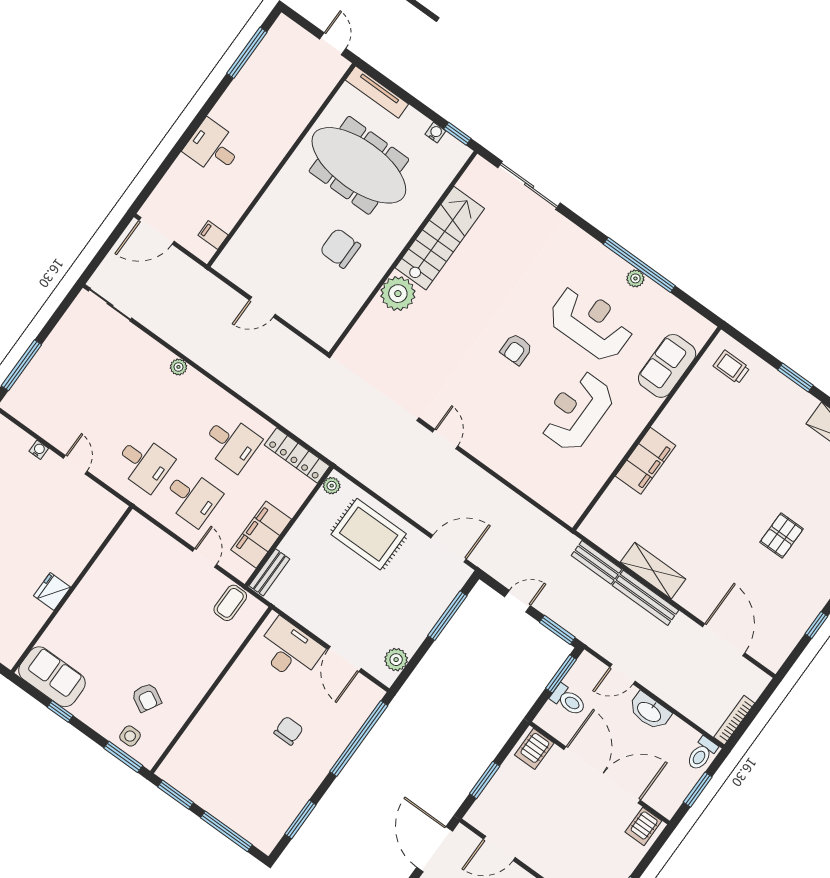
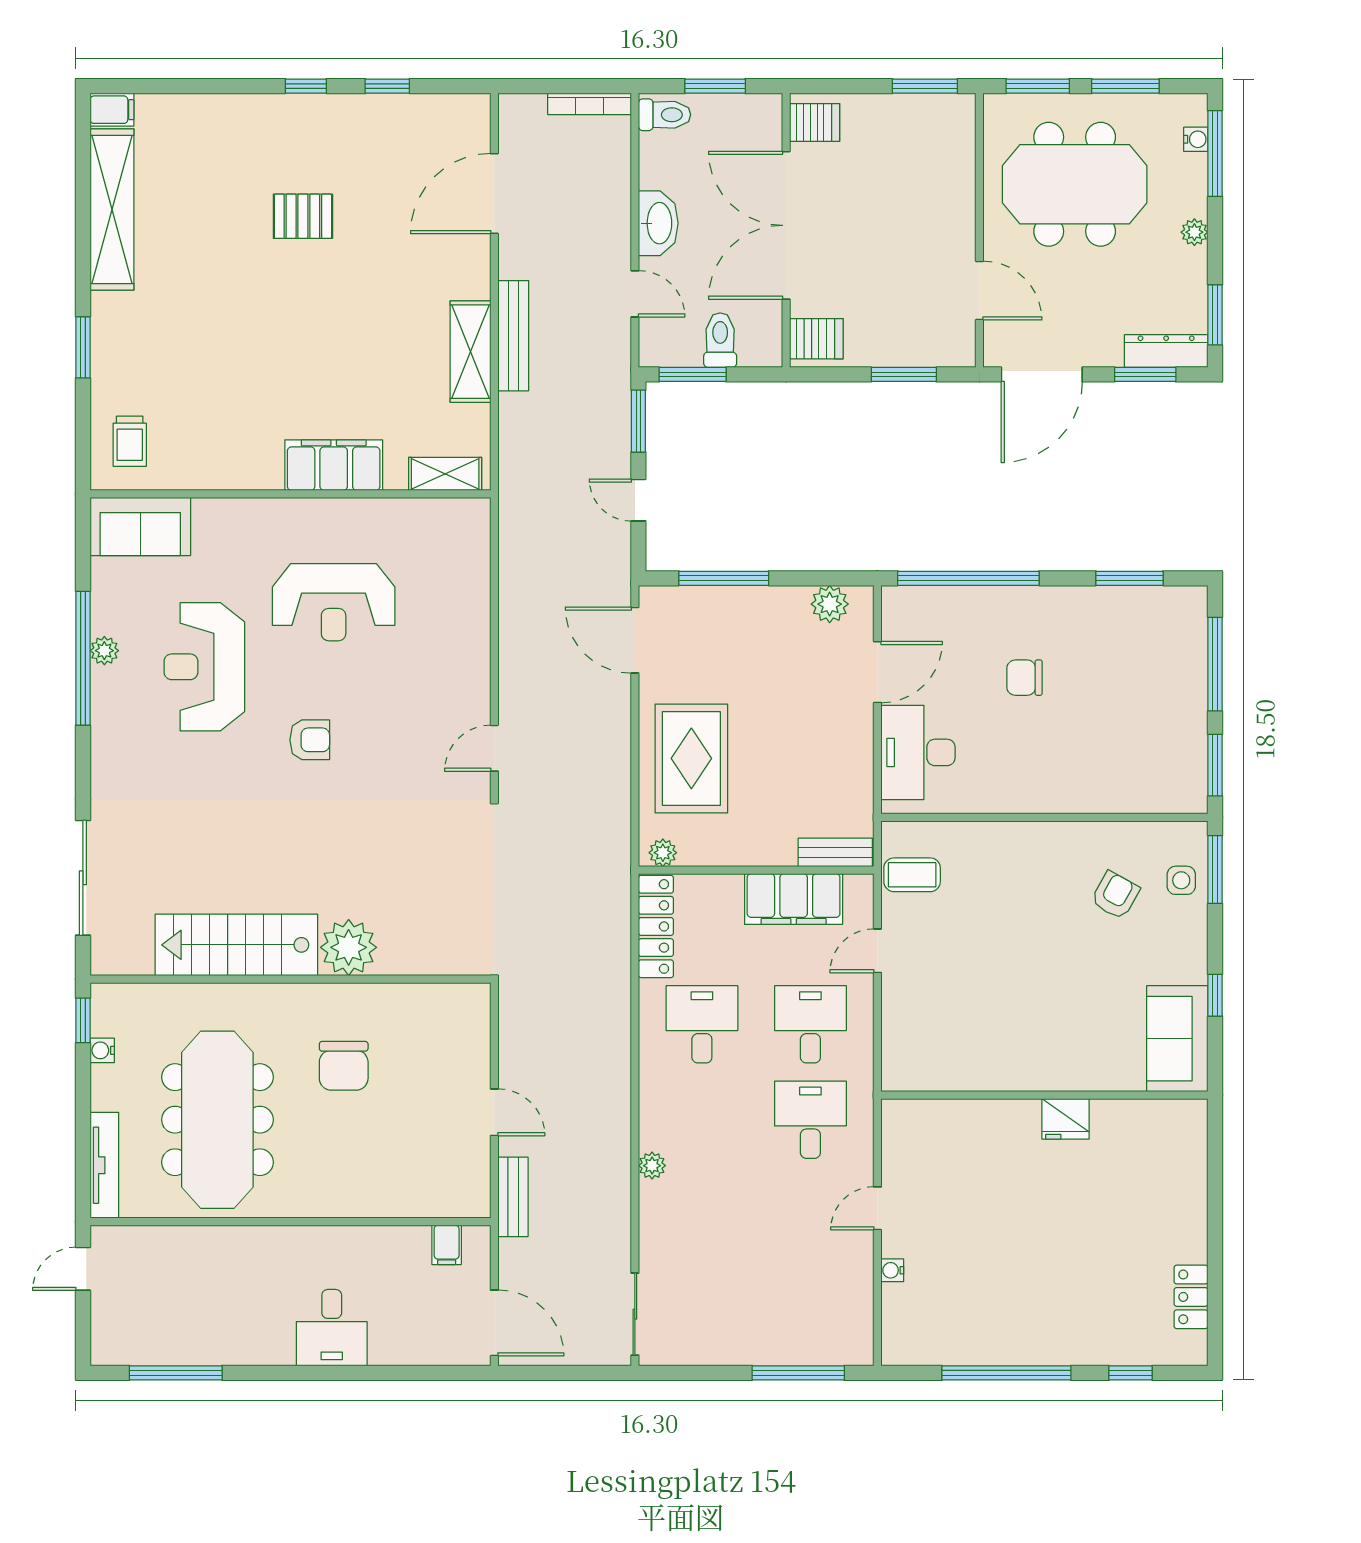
sofa: (667, 366) -> (140, 527), moved
shelving: (601, 514) -> (445, 474), added
bench: (597, 562) -> (513, 1197), moved

